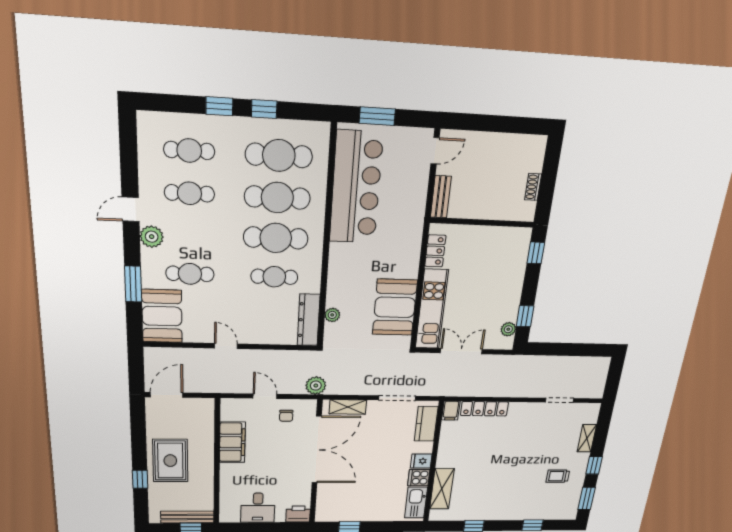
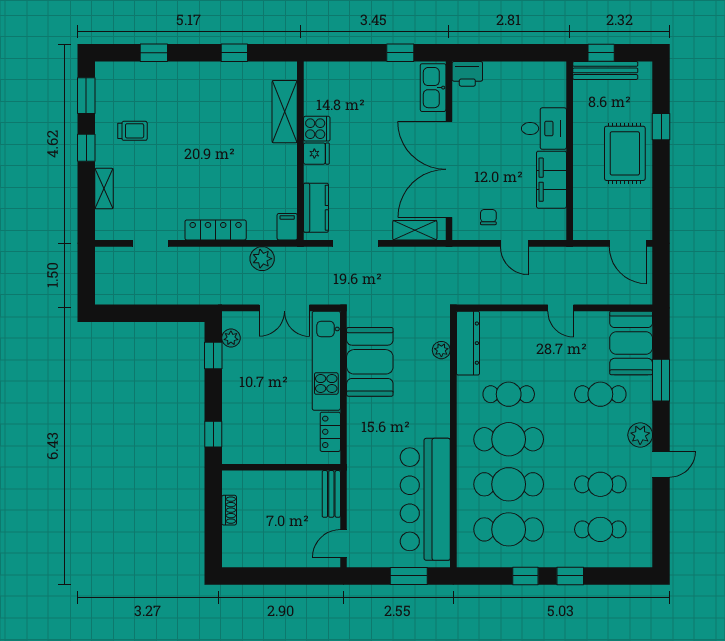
plant: (316, 386) -> (262, 259), moved
door: (167, 395) -> (628, 243), hinge flipped
locker: (484, 409) -> (216, 230), moved
kitchen sink: (416, 503) -> (433, 88), moved, turned 180
desk: (258, 508) -> (544, 129), moved, turned 90

